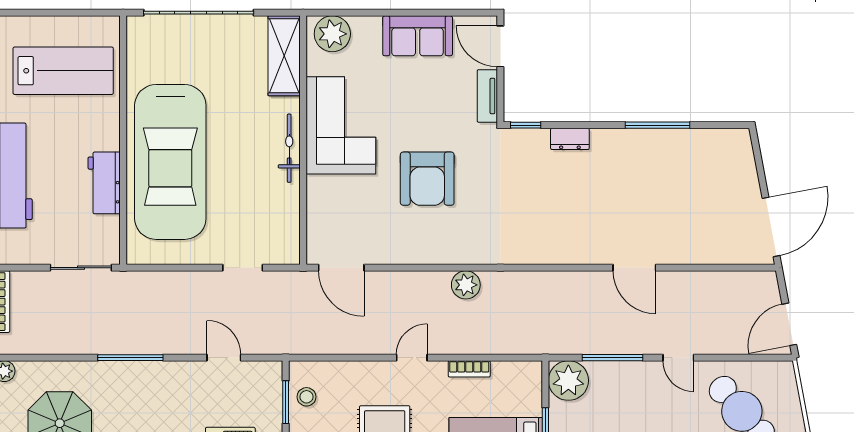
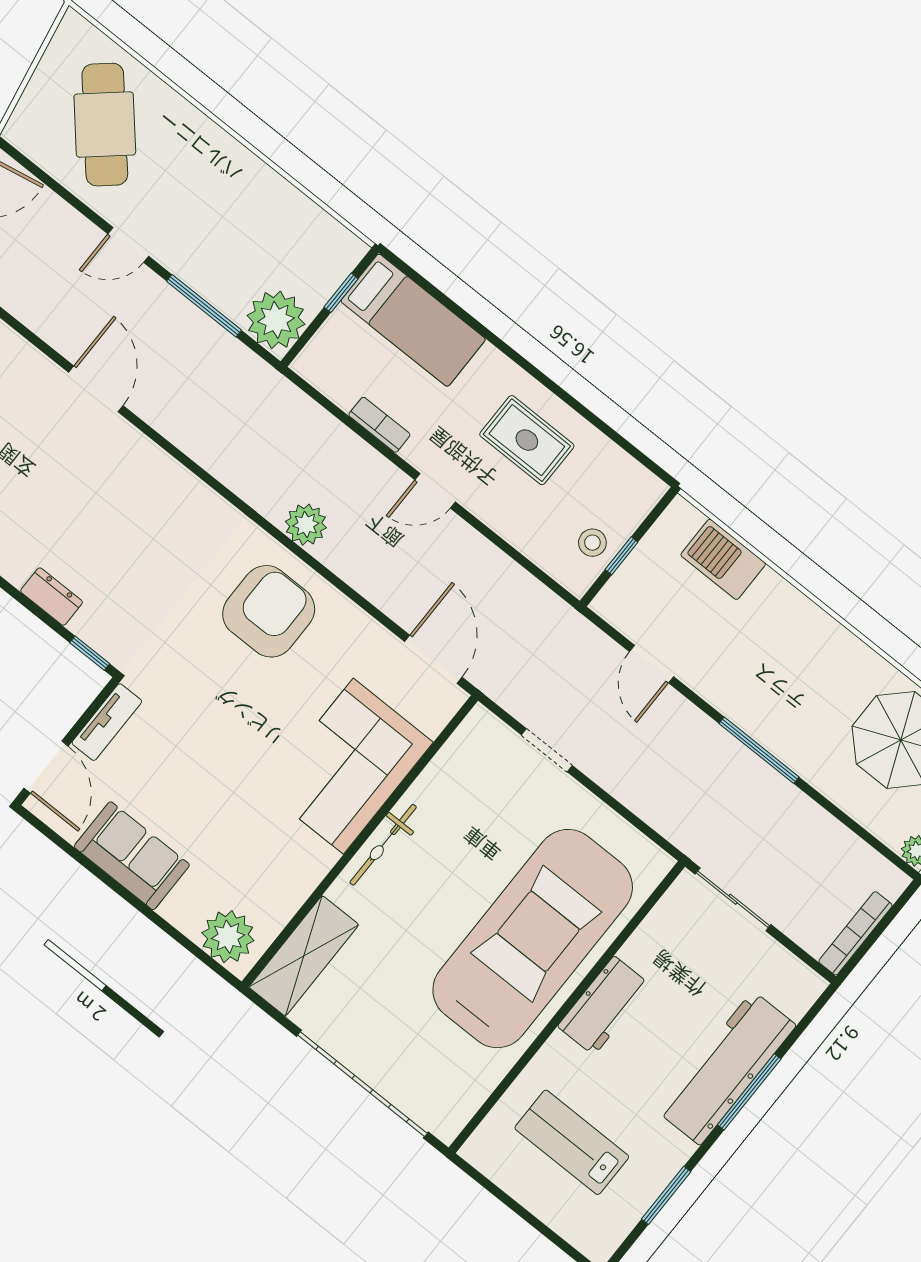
lab bench: (63, 71) -> (572, 1142), width x0.73, depth x0.72
corner sofa: (341, 125) -> (348, 766), moved
armchair: (427, 179) -> (269, 611), moved
workbench: (104, 183) -> (604, 1006), moved
door: (678, 358) -> (128, 245), swing flipped
window: (286, 402) -> (621, 556), width x0.67

